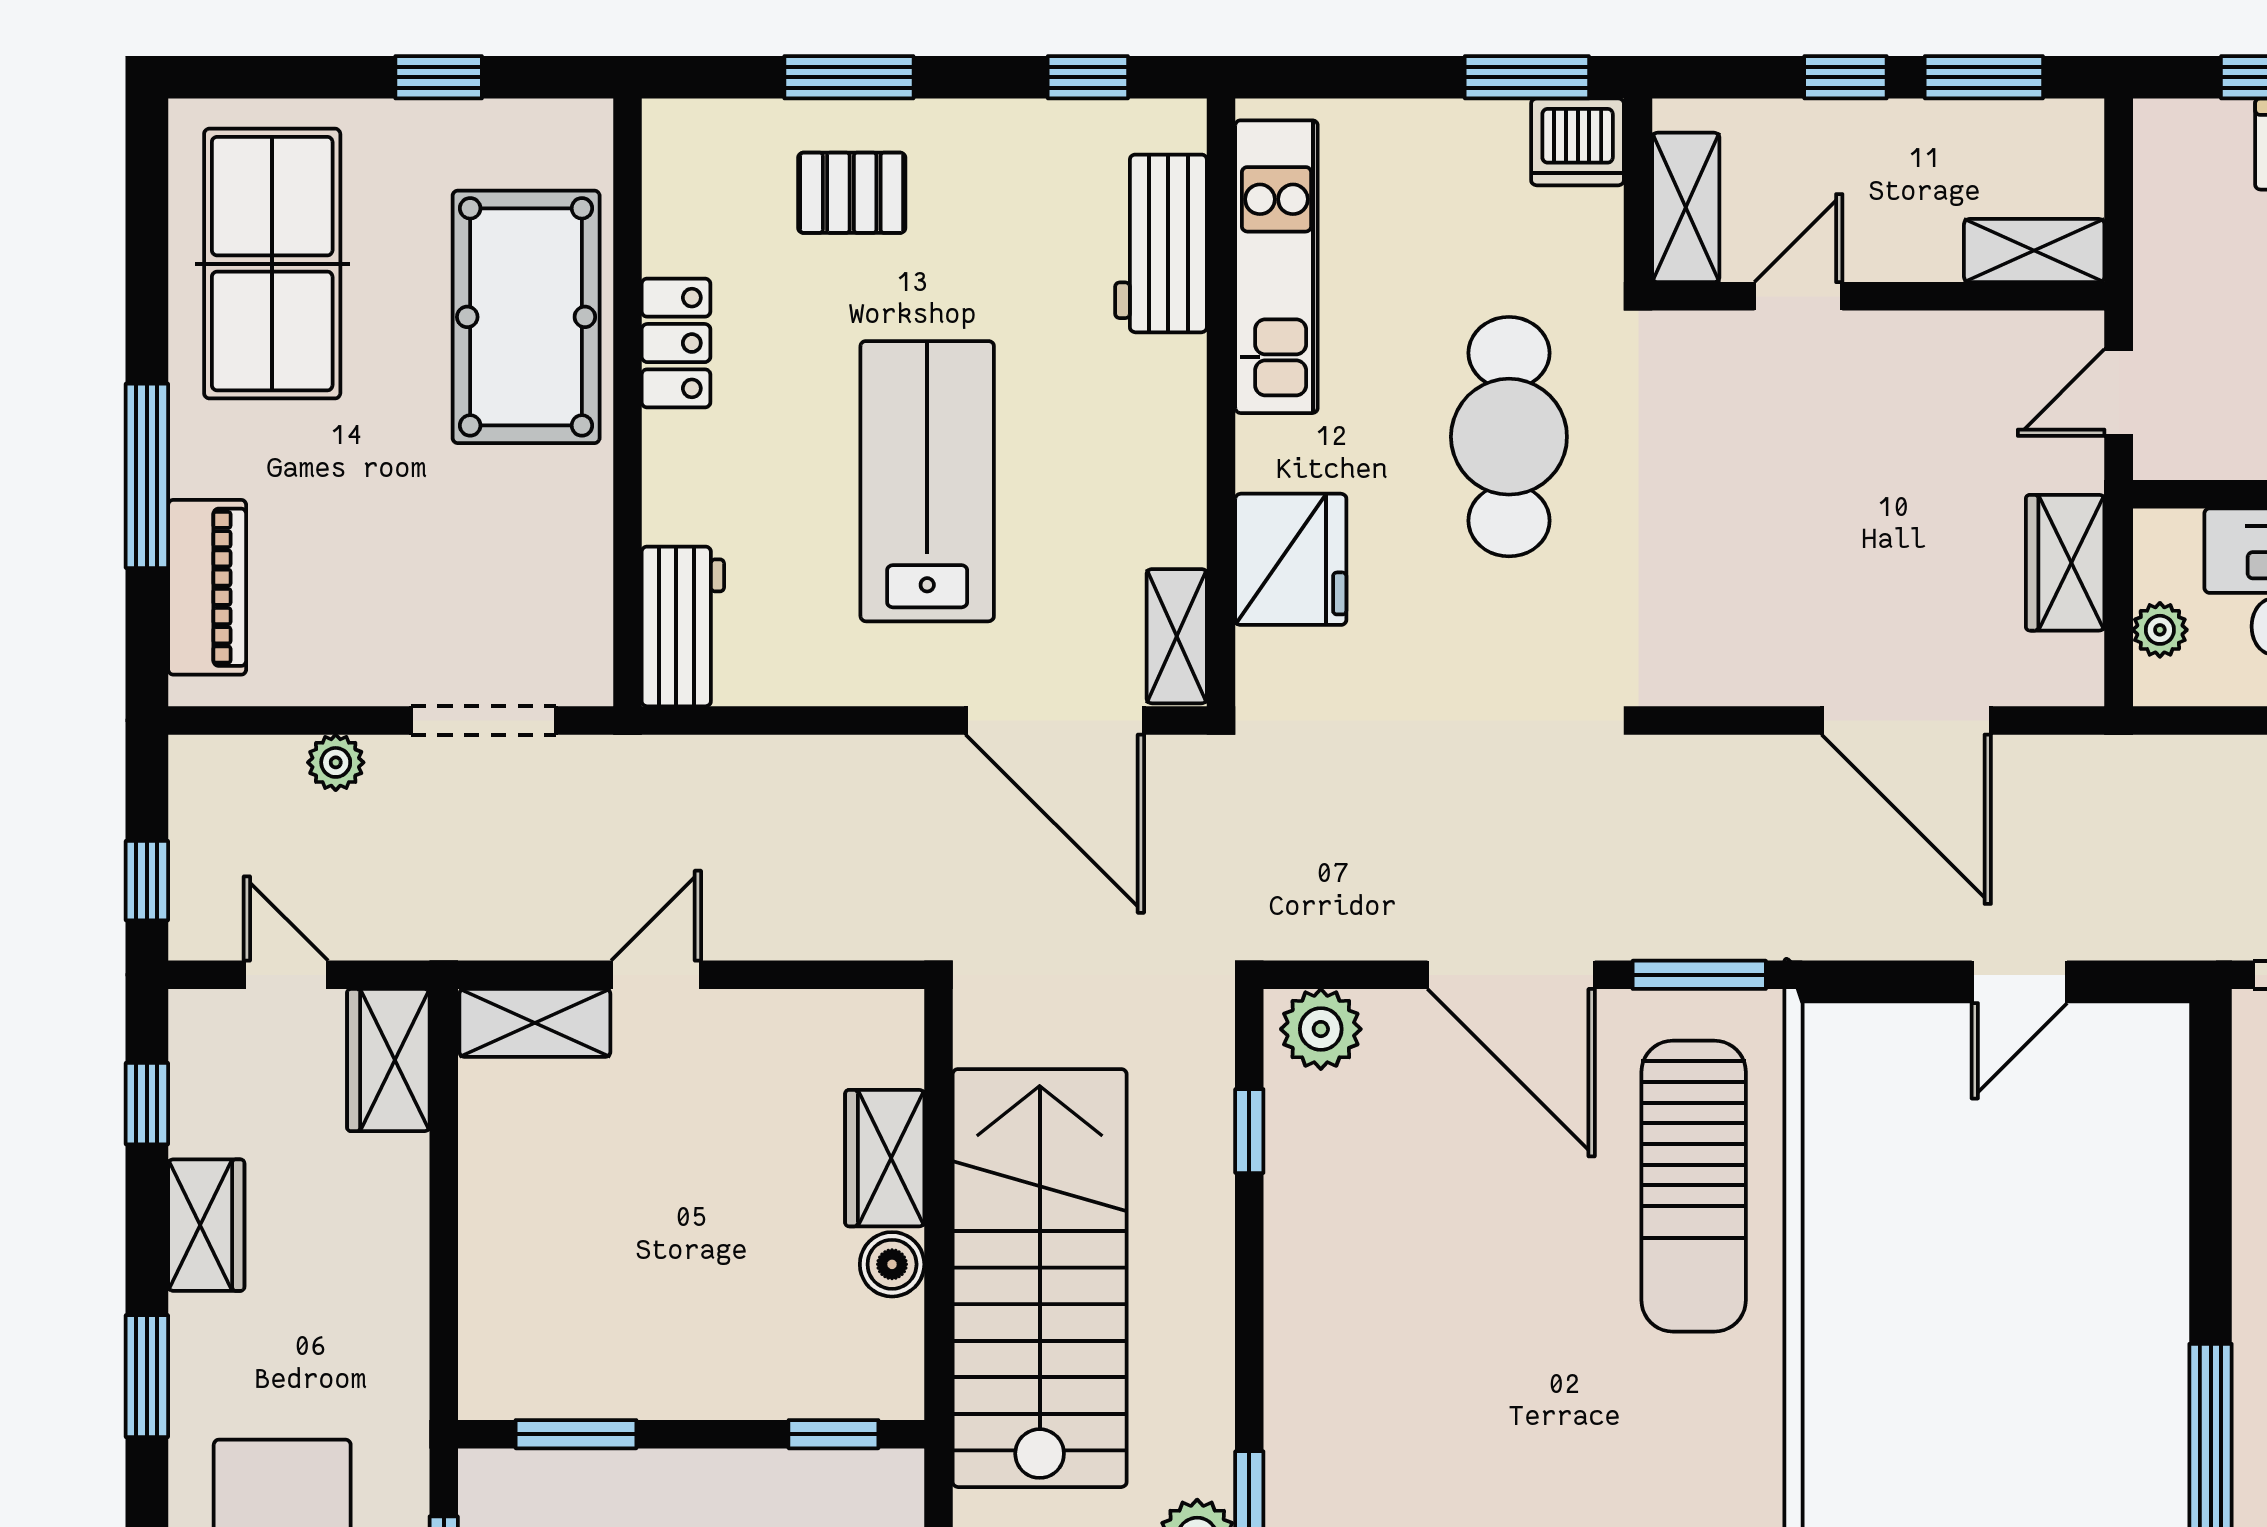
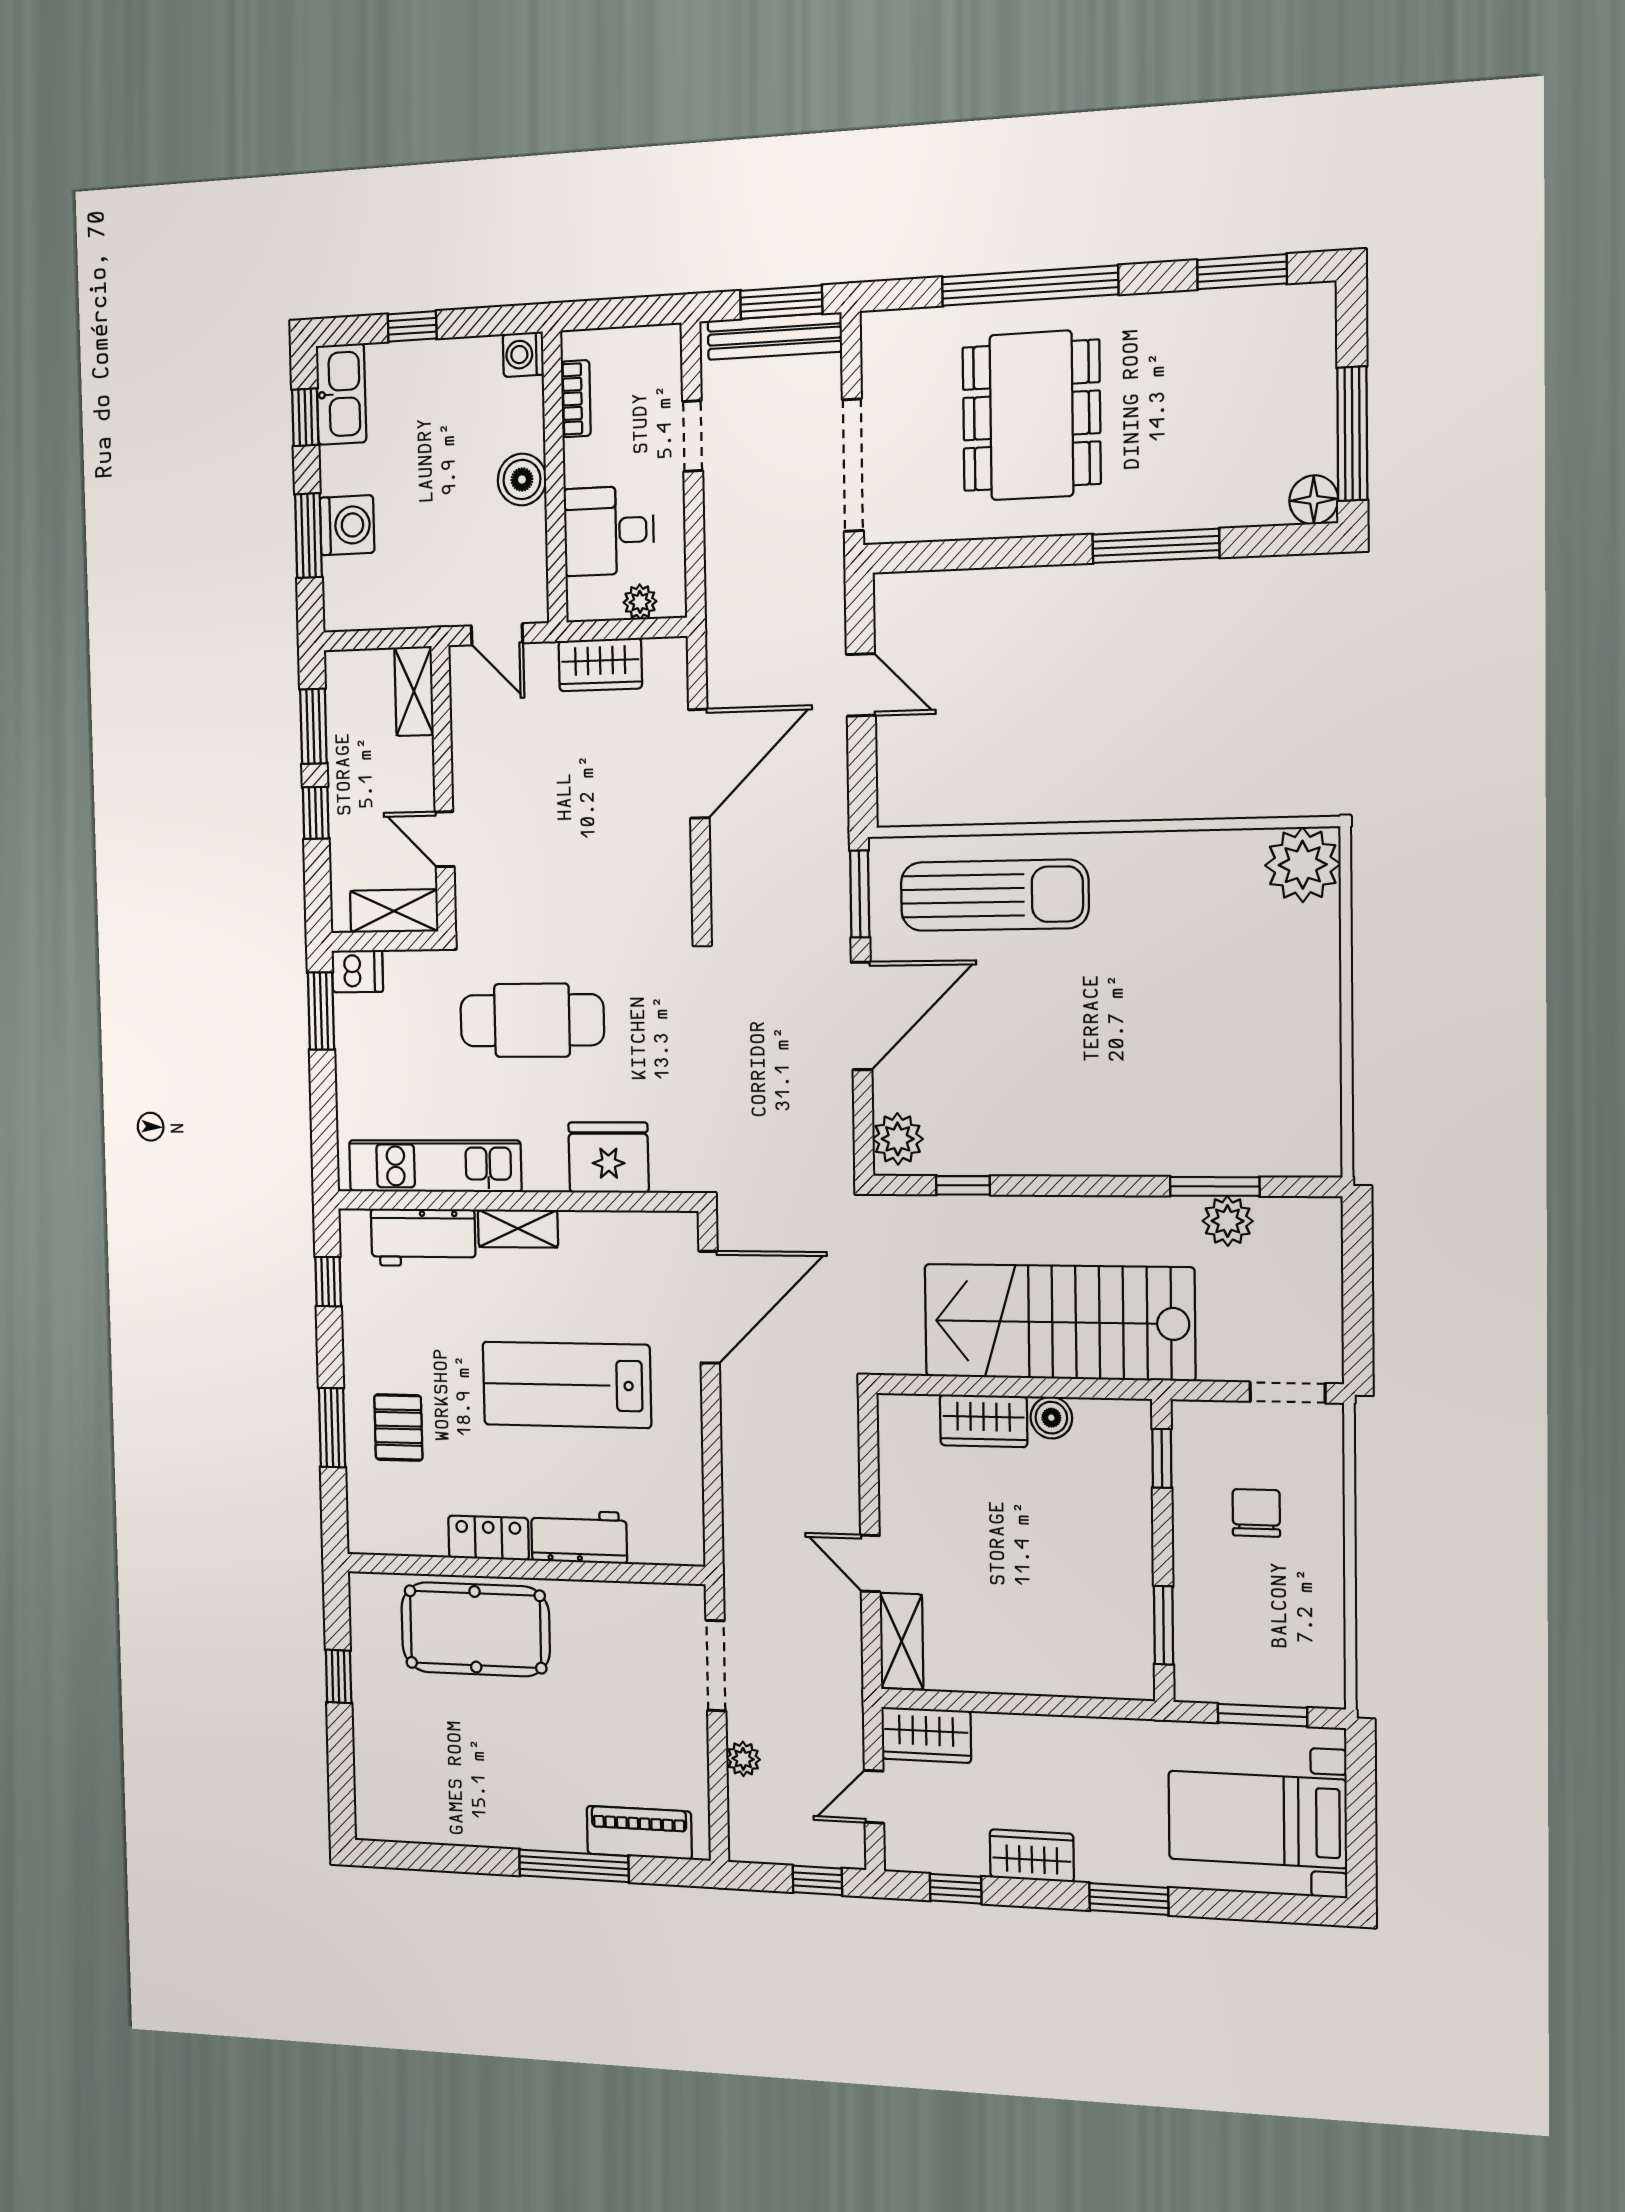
dishwasher: (1578, 142) -> (357, 971), width x0.73
table tennis table: (272, 264) -> (448, 1782), removed
workbench: (683, 626) -> (579, 1537), moved
shelving: (1177, 636) -> (518, 1229), moved

